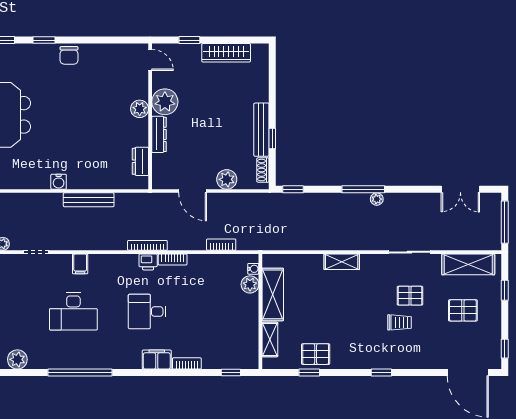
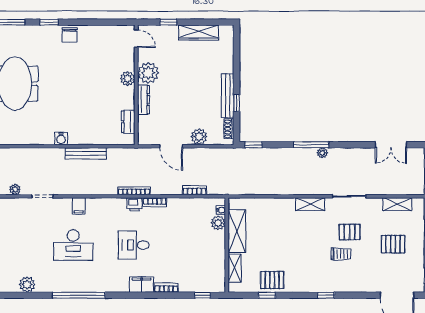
shelving: (342, 262) -> (310, 204), moved
shelving: (468, 264) -> (397, 204), width x0.67, depth x0.75

